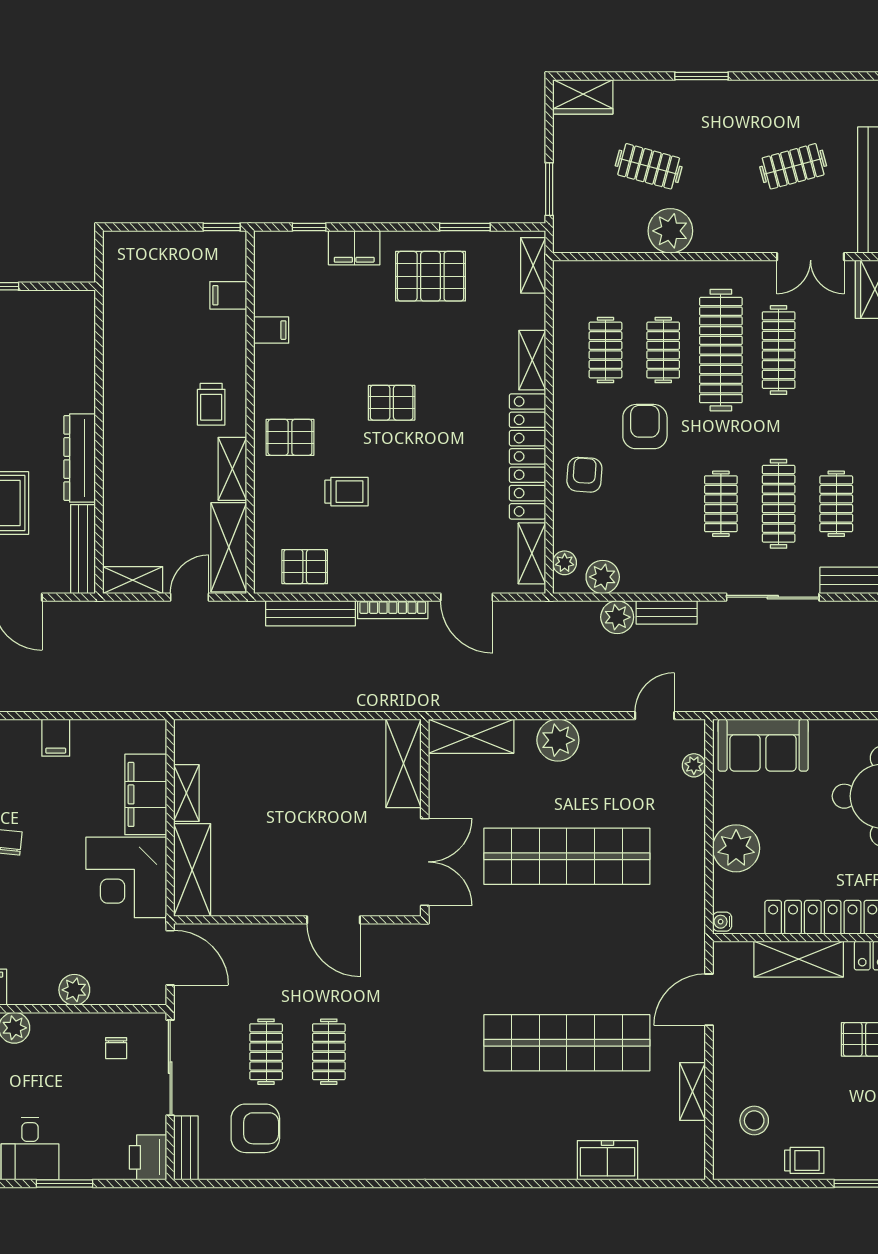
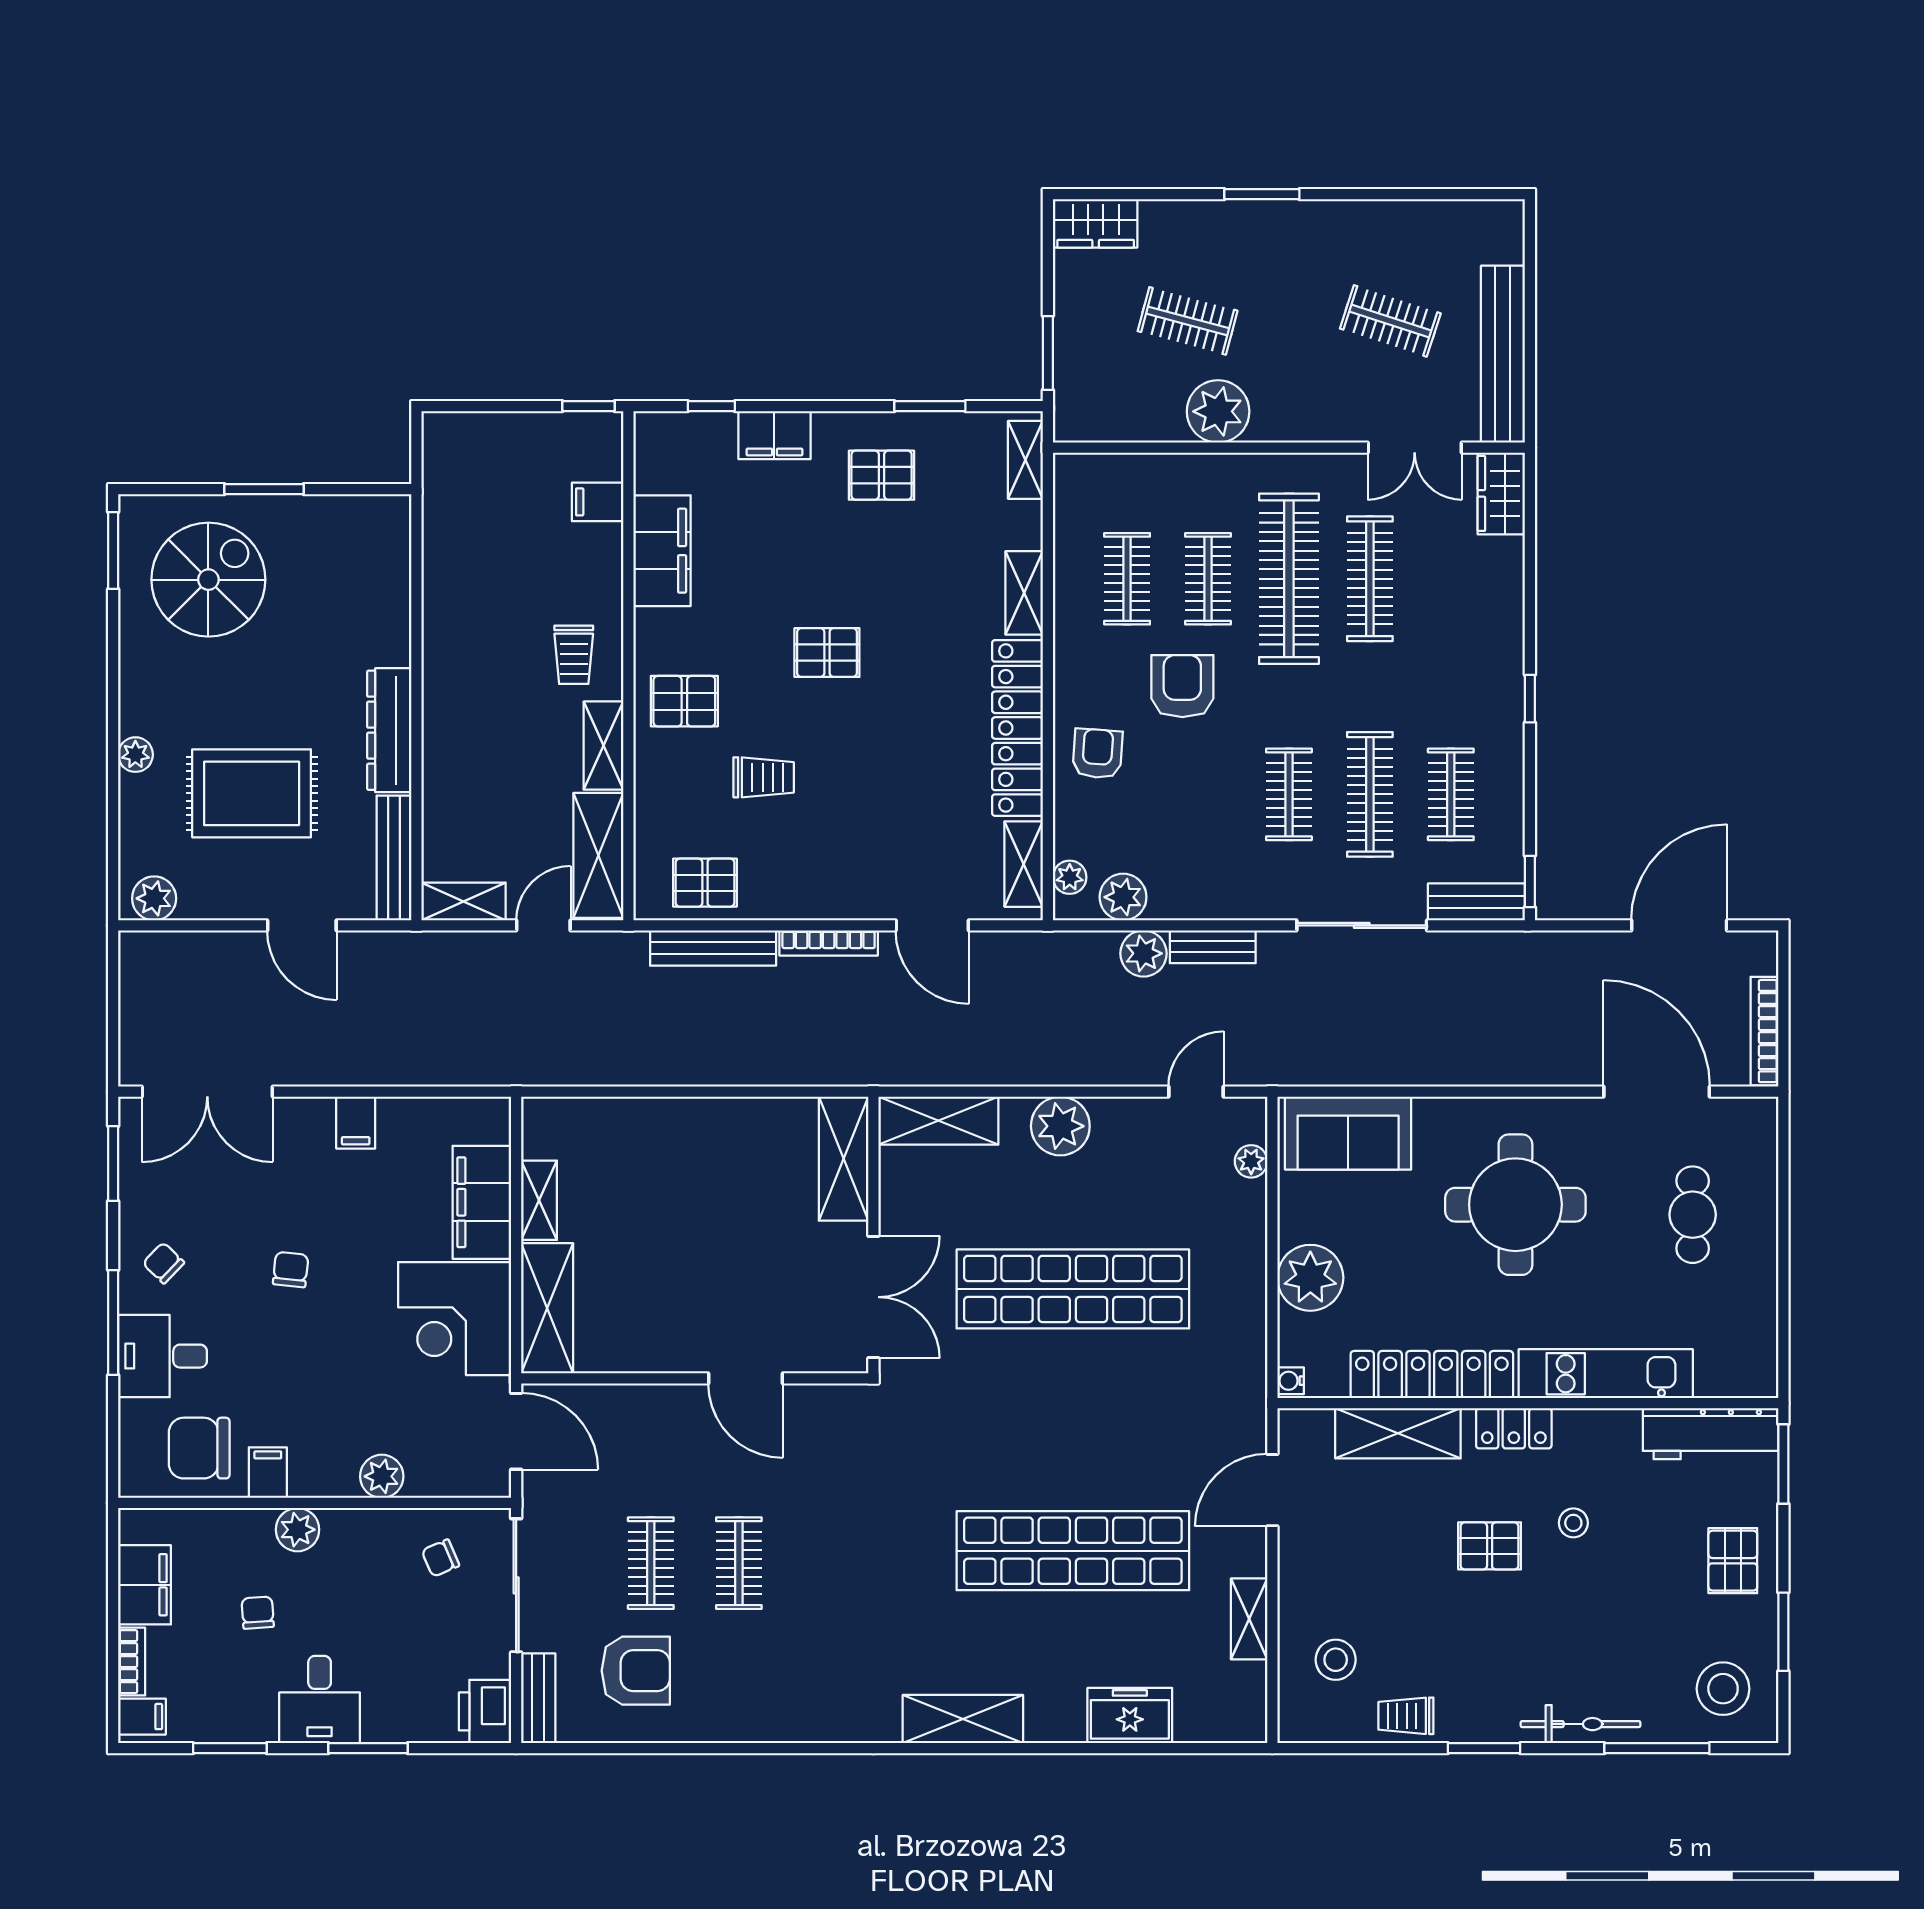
clothes rail: (793, 166) -> (1390, 321), turned 33
pallet: (431, 276) -> (882, 475), width x0.67, depth x0.71
filing cabinet: (271, 330) -> (662, 551), width x3.00, depth x1.17
chair: (116, 1048) -> (440, 1558), turned 67
trolley: (804, 1160) -> (1406, 1716), turned 180
shelving: (488, 1163) -> (963, 1719), added

